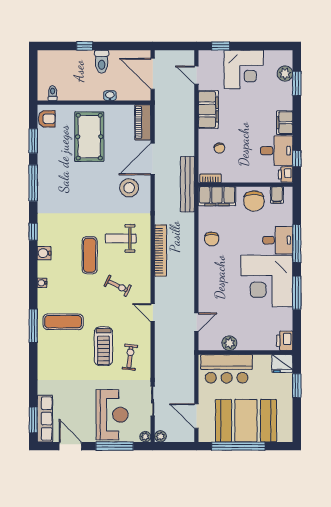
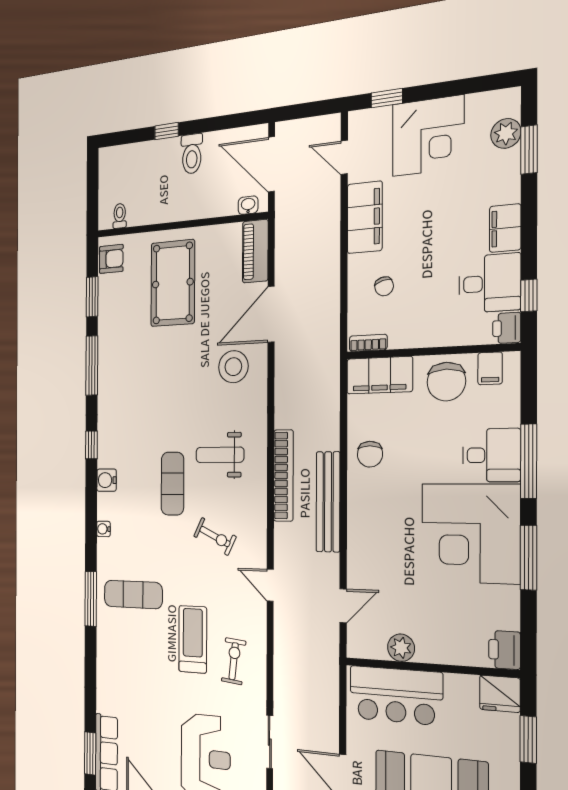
washbasin: (110, 96) -> (248, 205), moved
bench: (187, 184) -> (328, 502), moved
treadmill: (103, 346) -> (193, 639), turned 180

